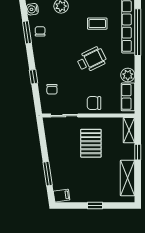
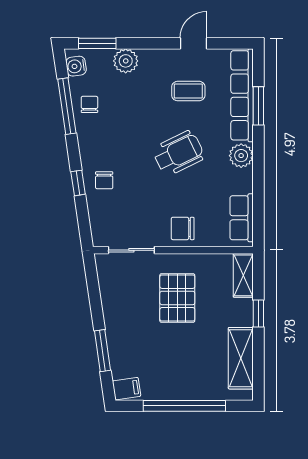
window: (27, 32) -> (67, 106), width x1.44
window: (138, 32) -> (258, 106), width x0.47
plant: (128, 75) -> (241, 156), moved
chair: (52, 89) -> (104, 180), moved
window: (95, 206) -> (184, 406), width x3.17

